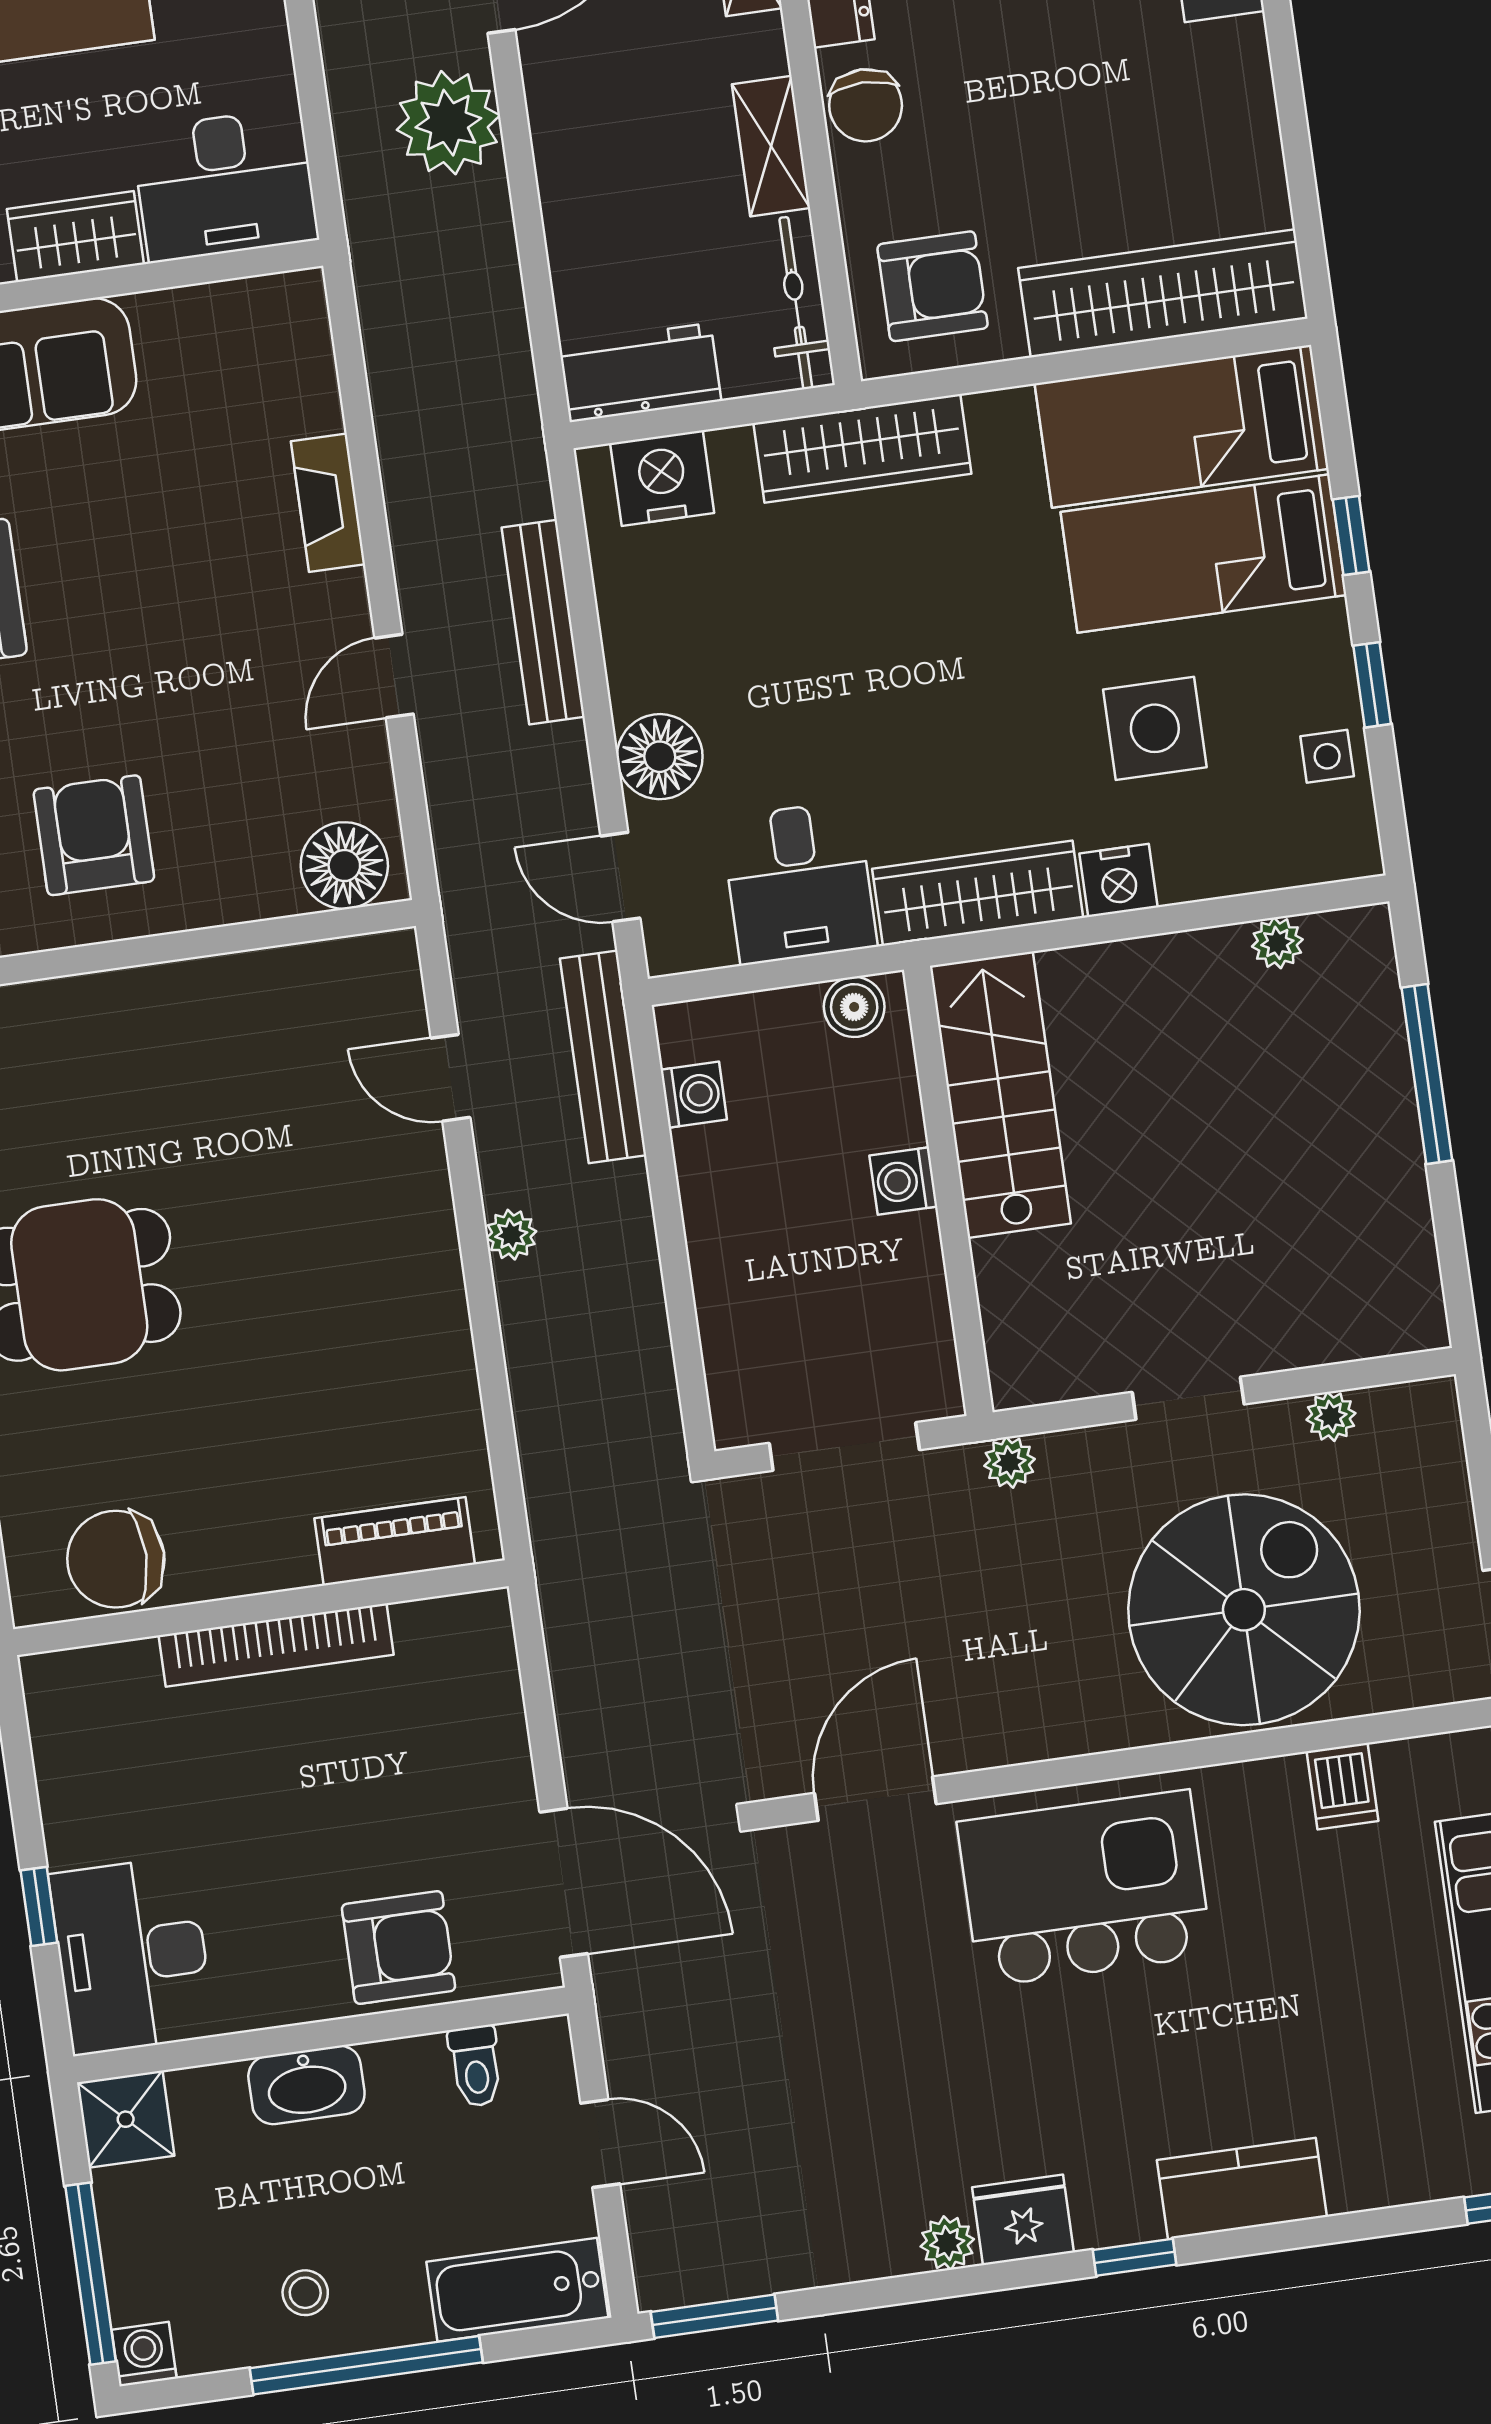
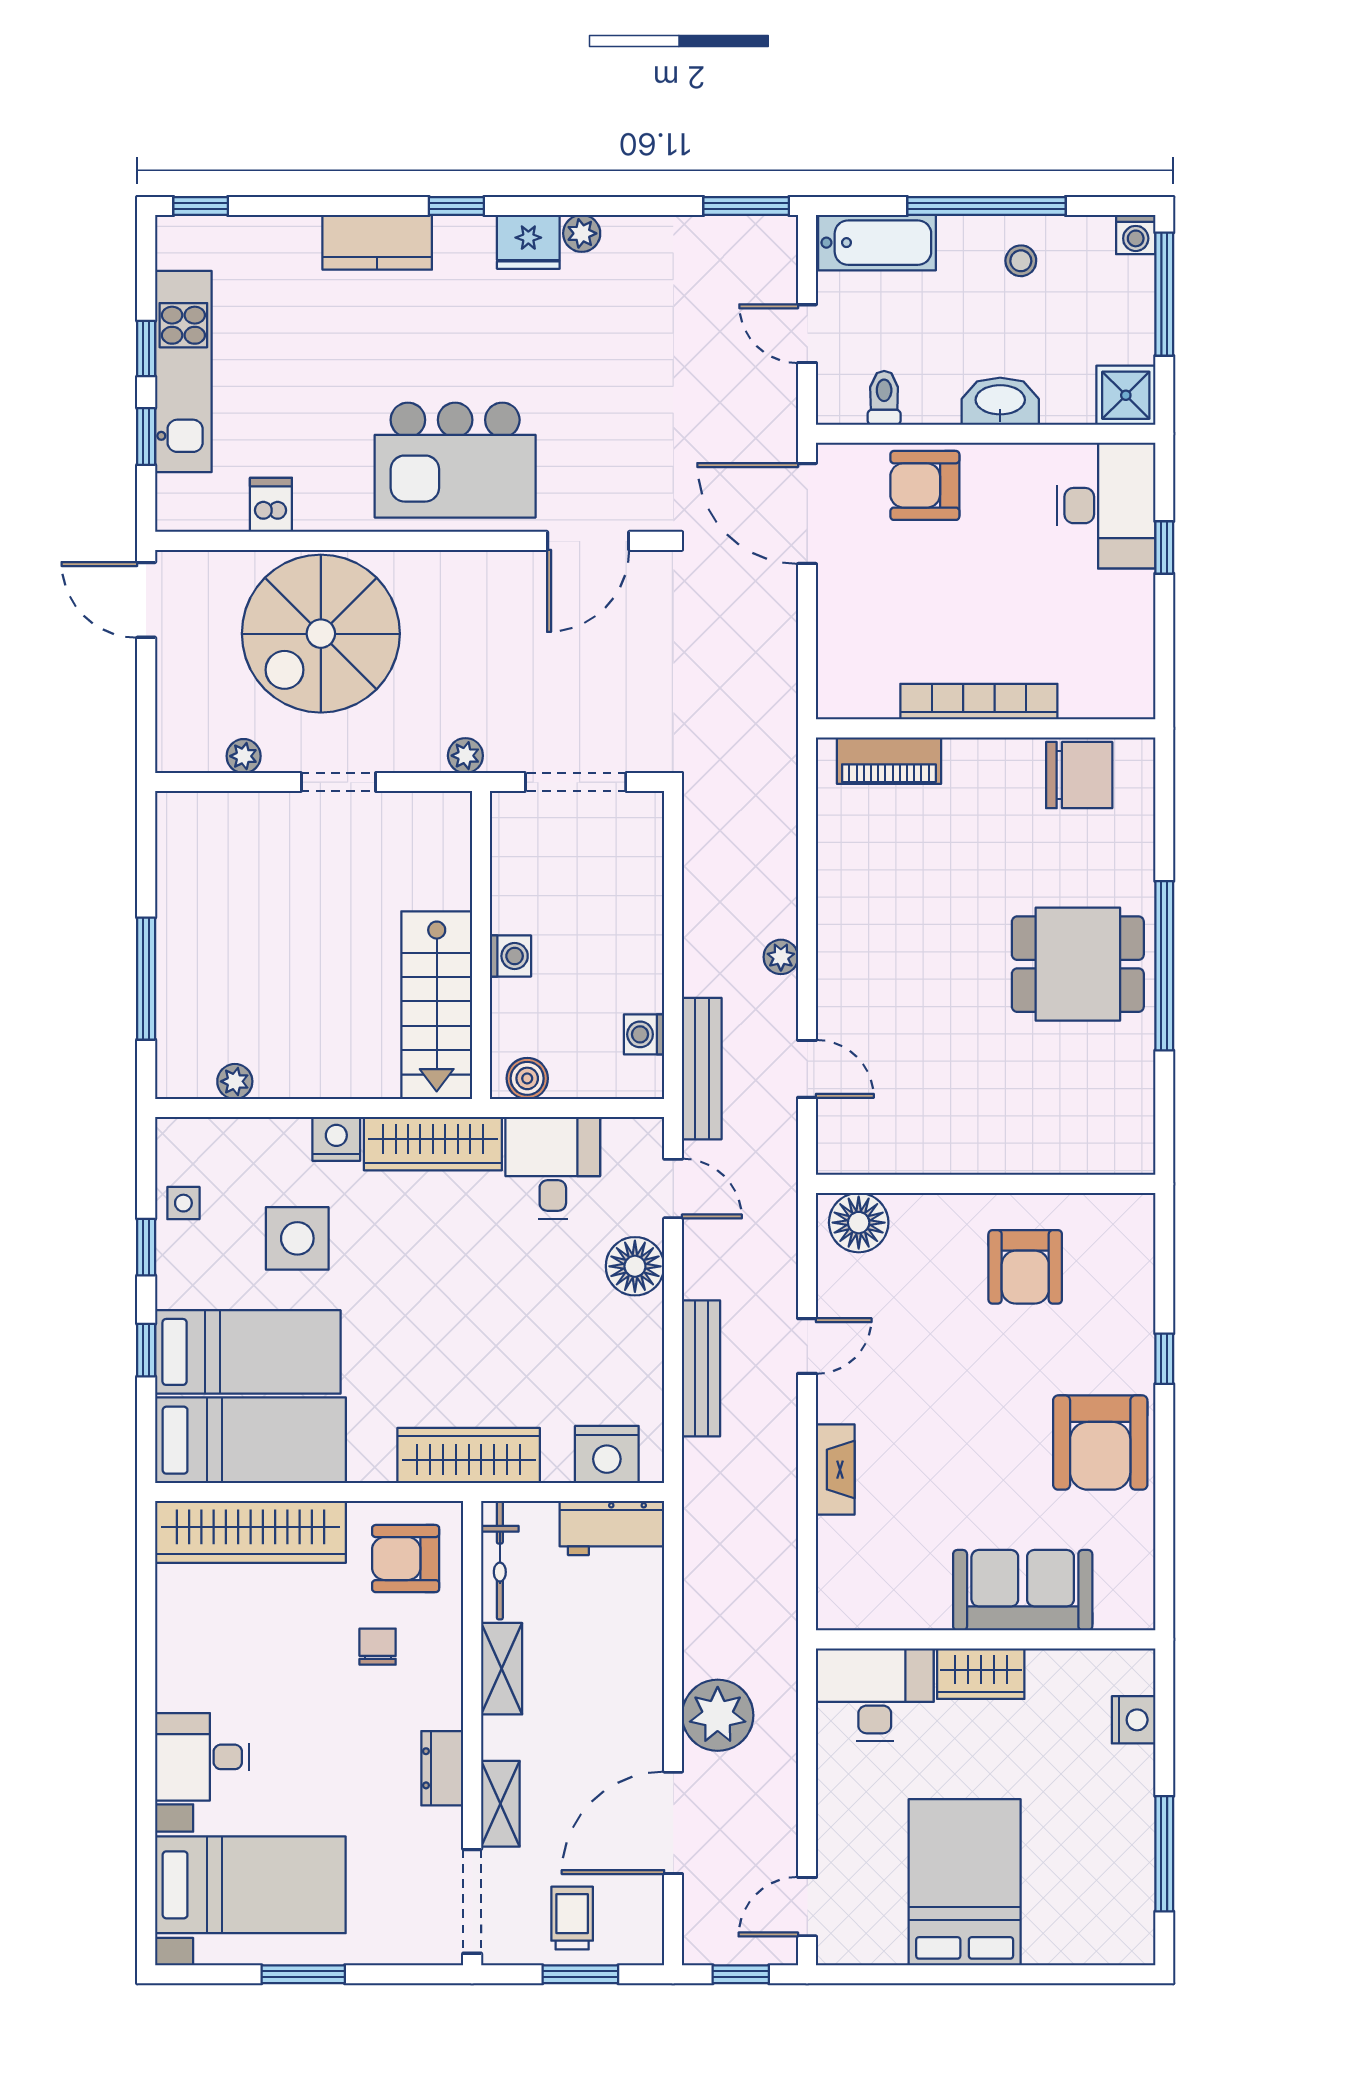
chair: (866, 105) -> (378, 1647), moved, width x0.73, depth x0.73

